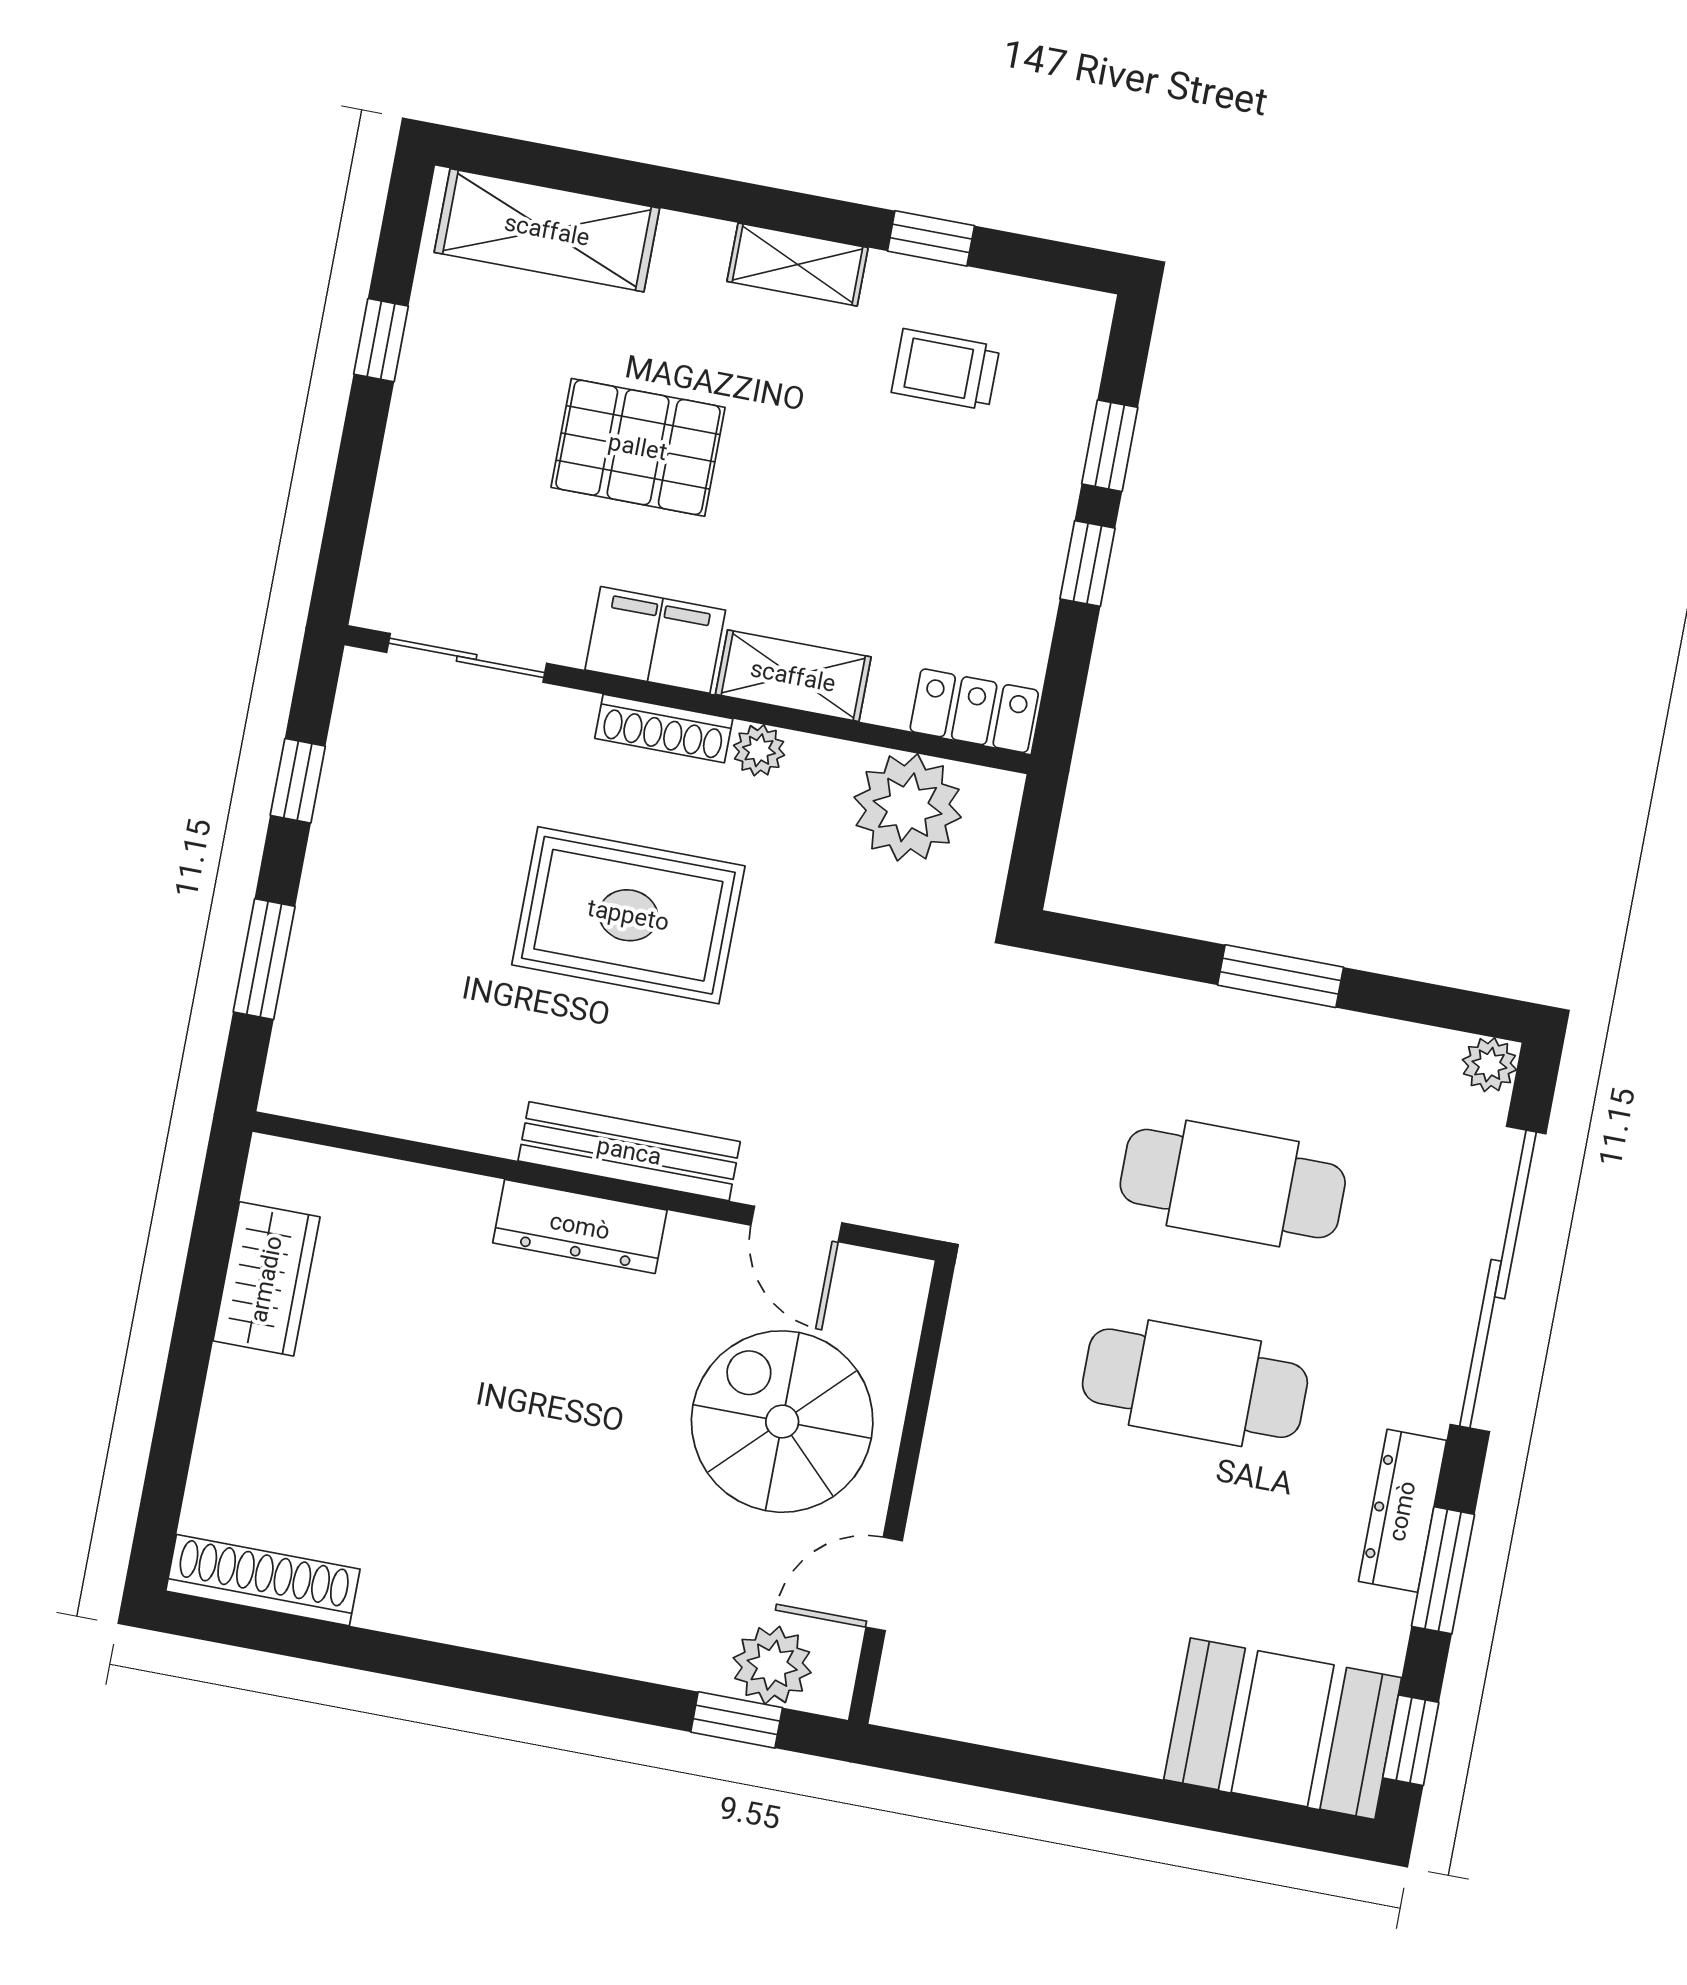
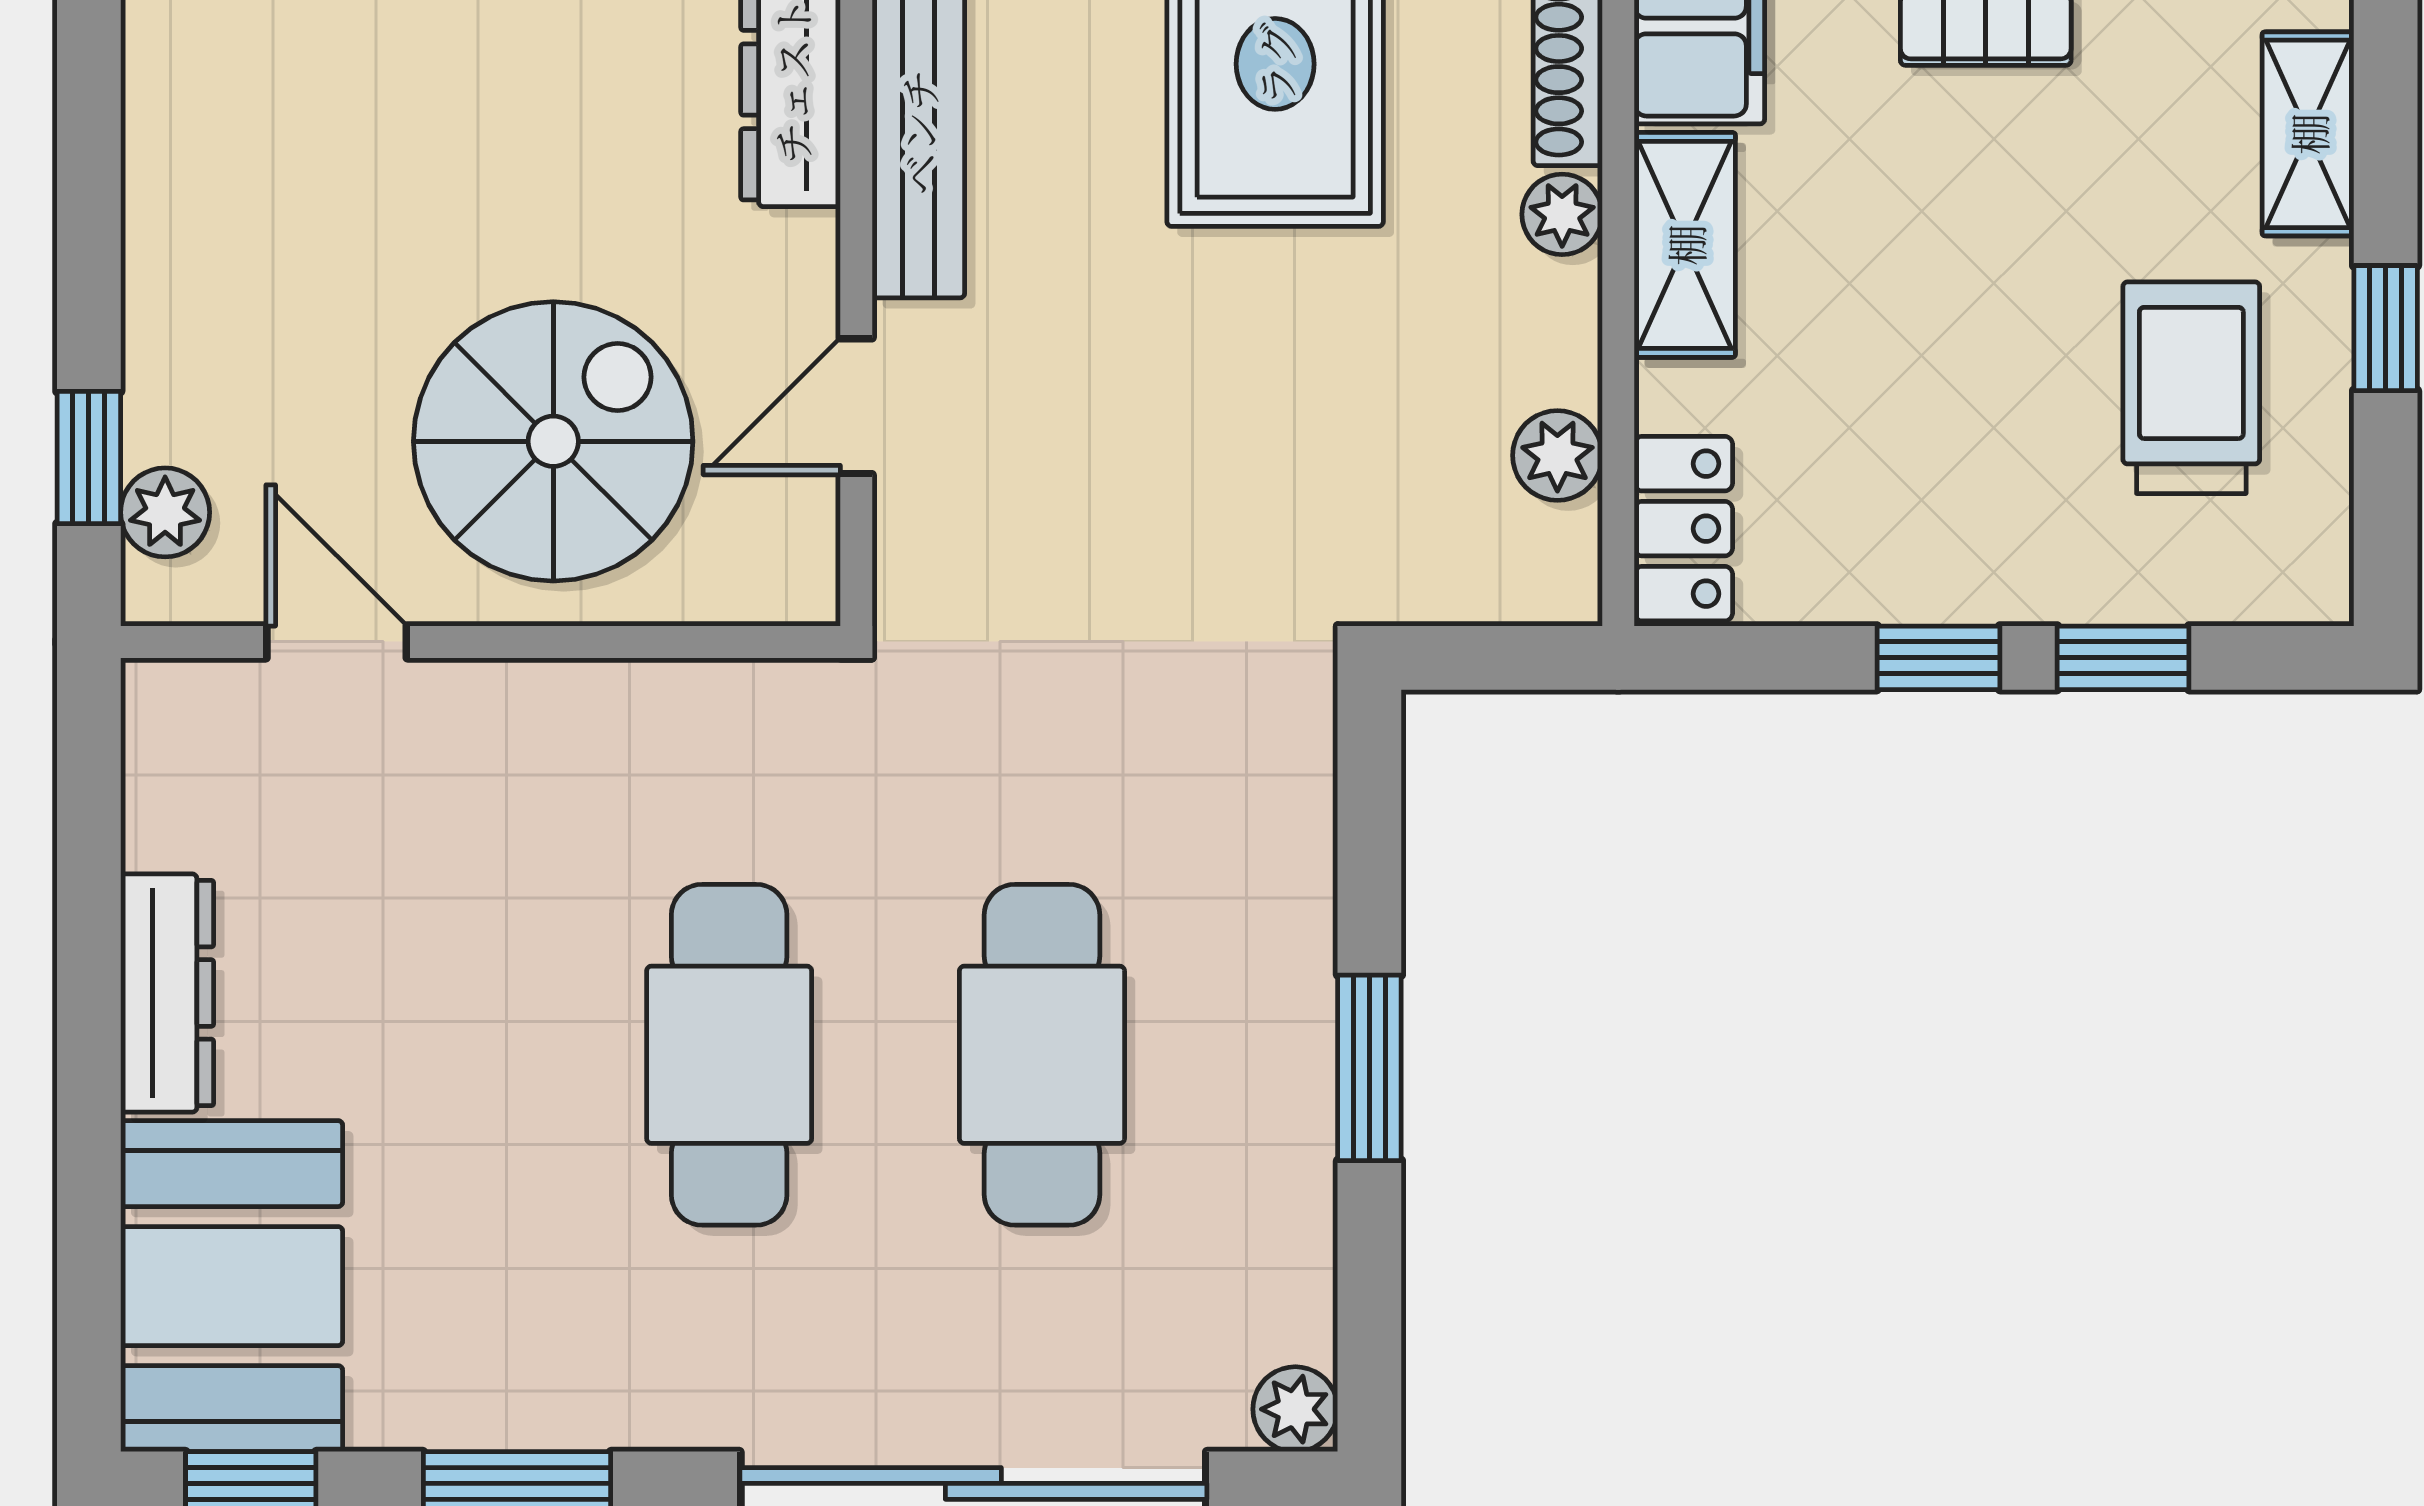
trolley: (946, 370) -> (2191, 388), width x1.36, depth x1.39
plant: (908, 807) -> (1557, 455), width x0.53, depth x0.53
dresser: (1402, 1511) -> (167, 993), moved, turned 90
plant: (772, 1665) -> (165, 512), width x0.73, depth x0.73

